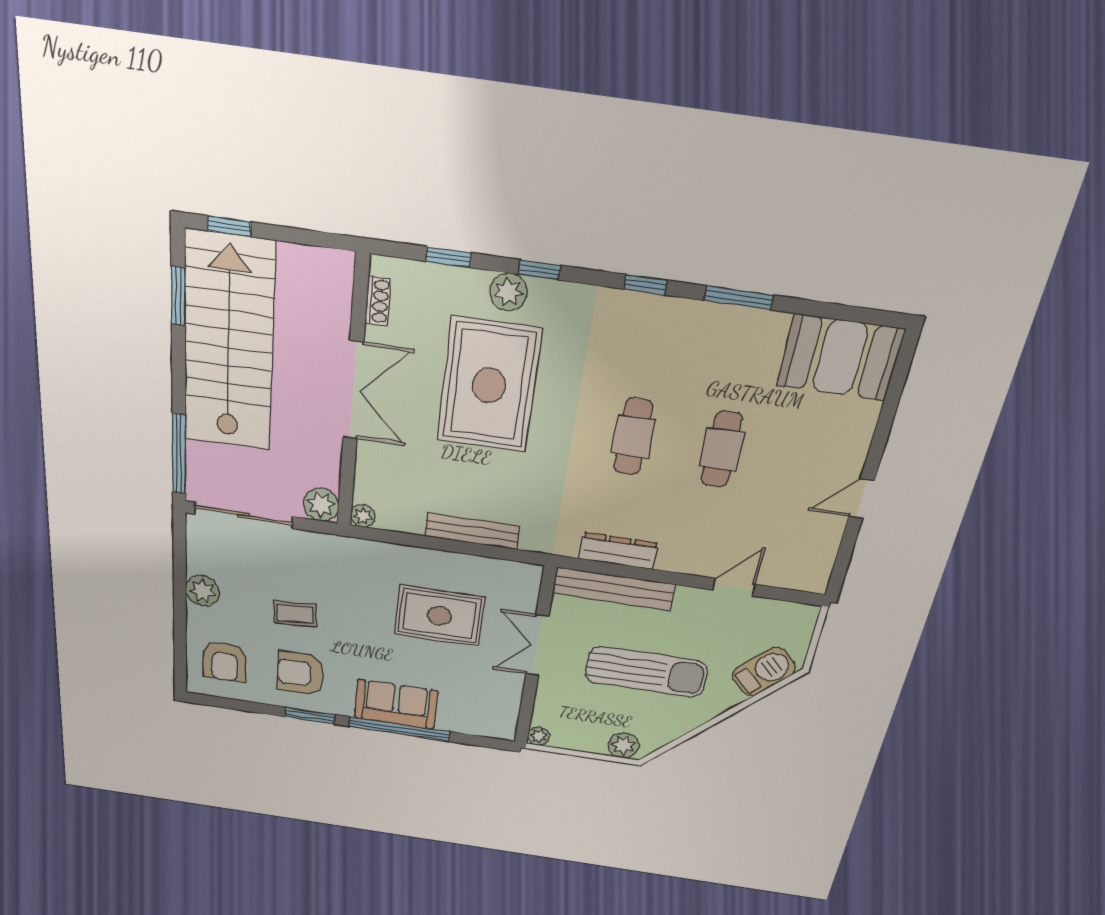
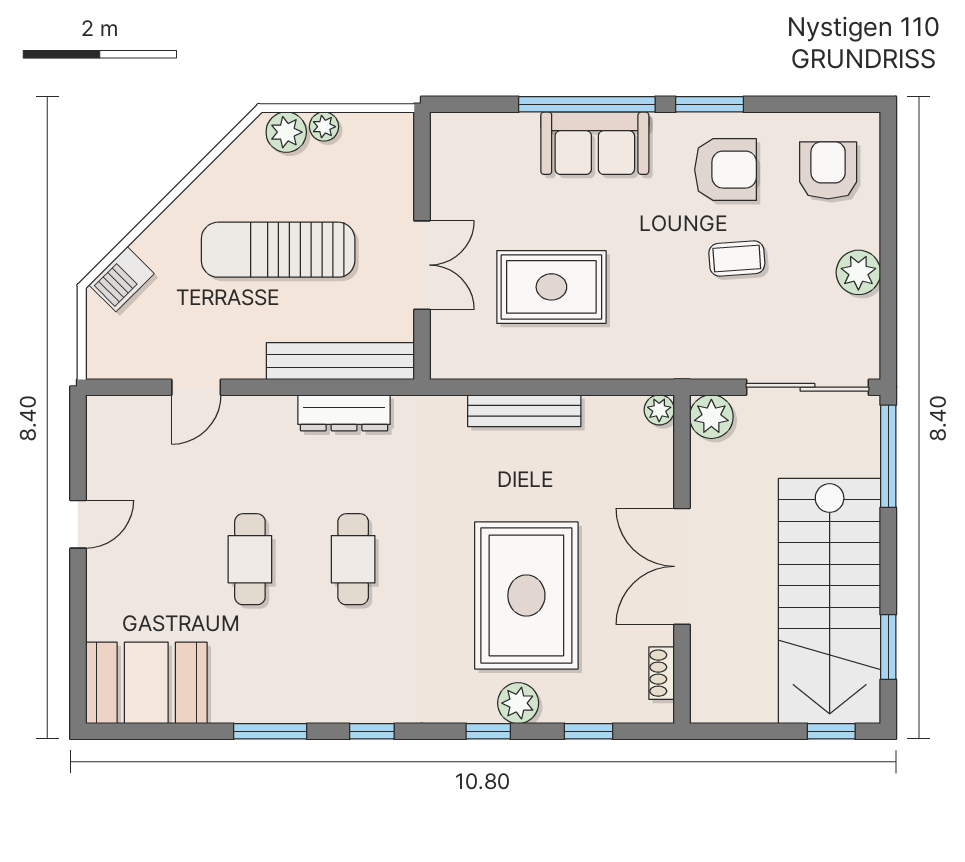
barbecue: (764, 672) -> (121, 279), width x0.73, depth x0.79
plant: (539, 736) -> (324, 127), moved

